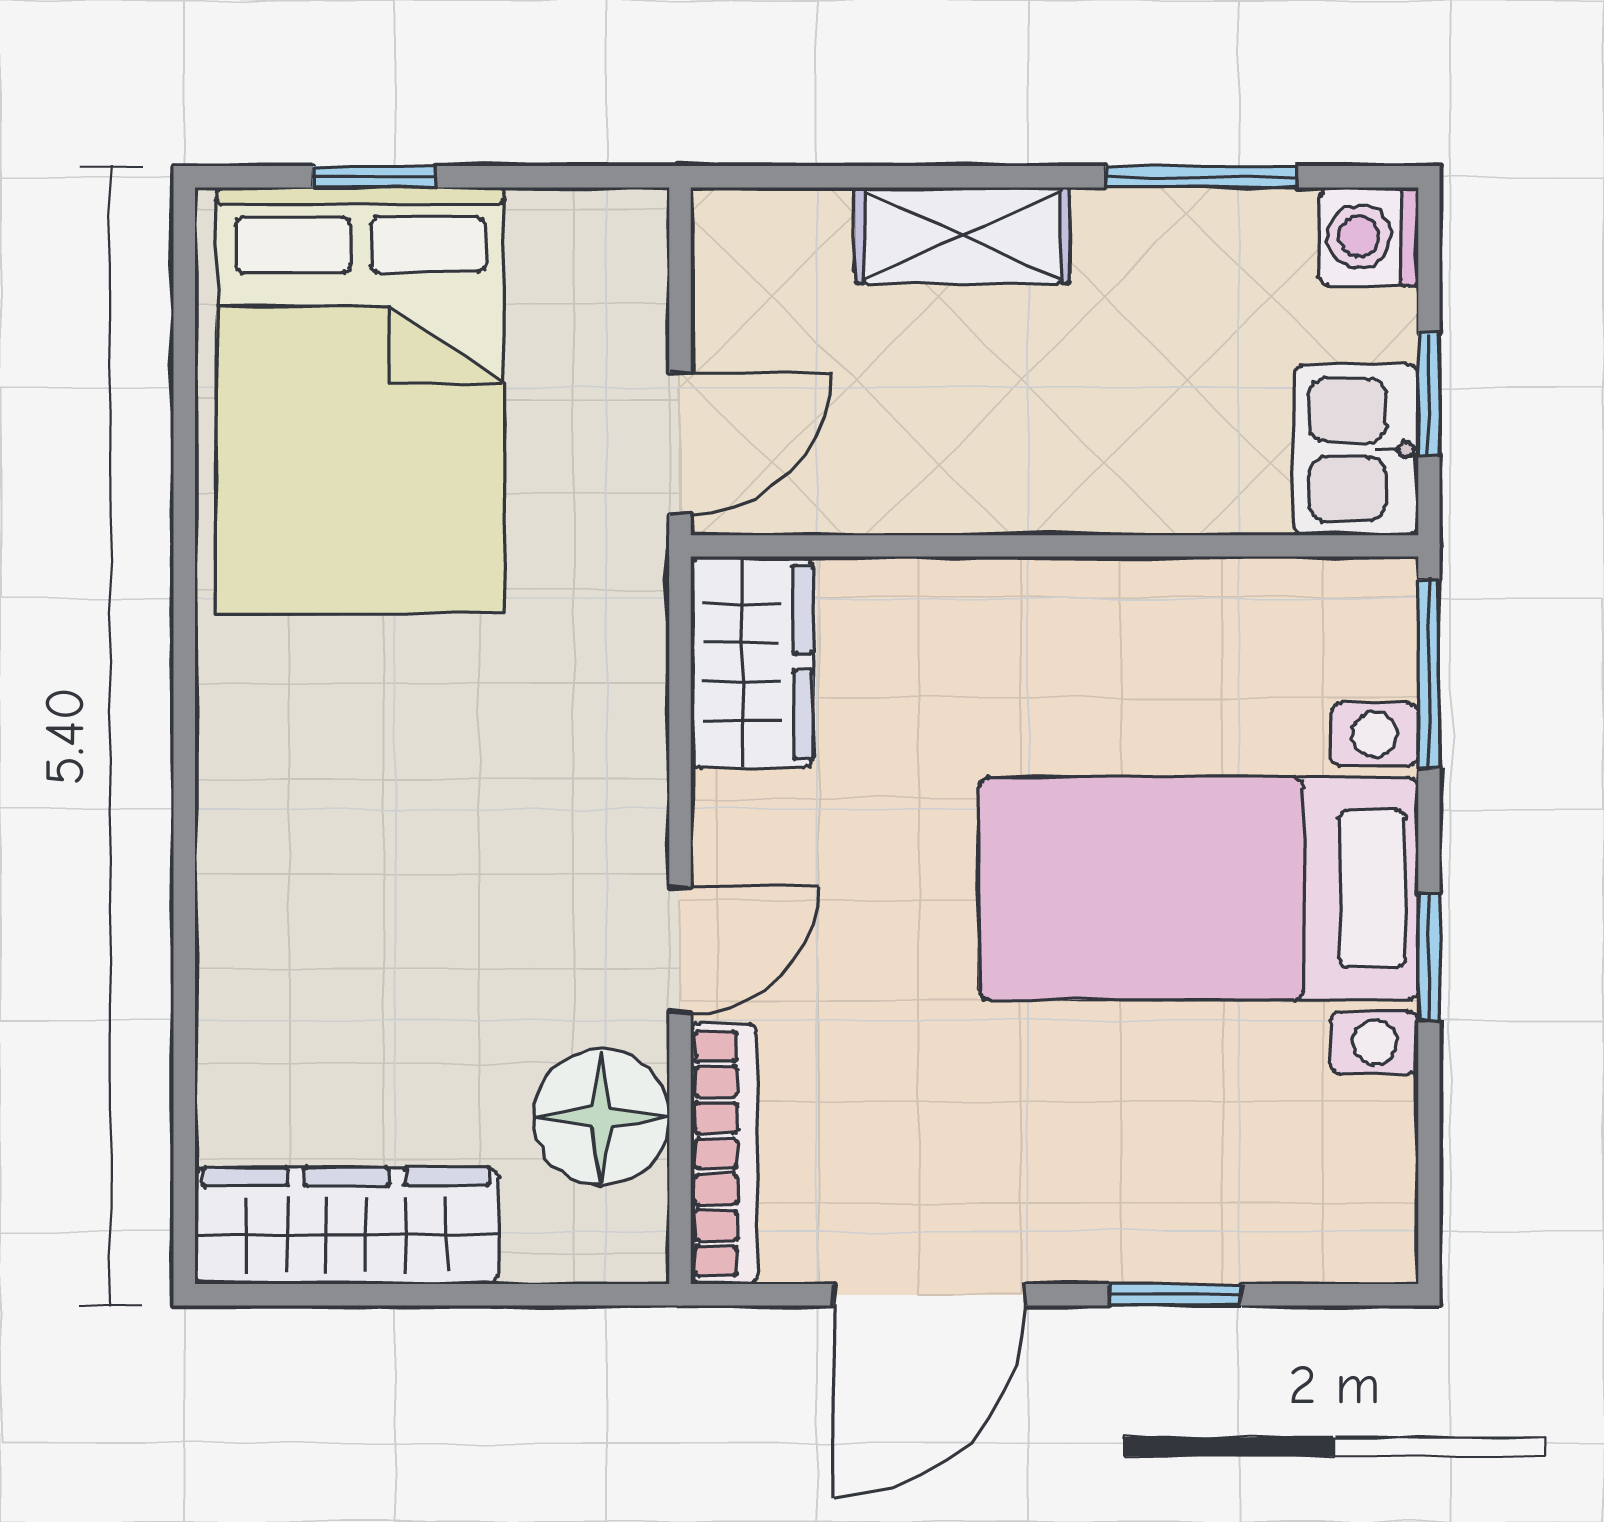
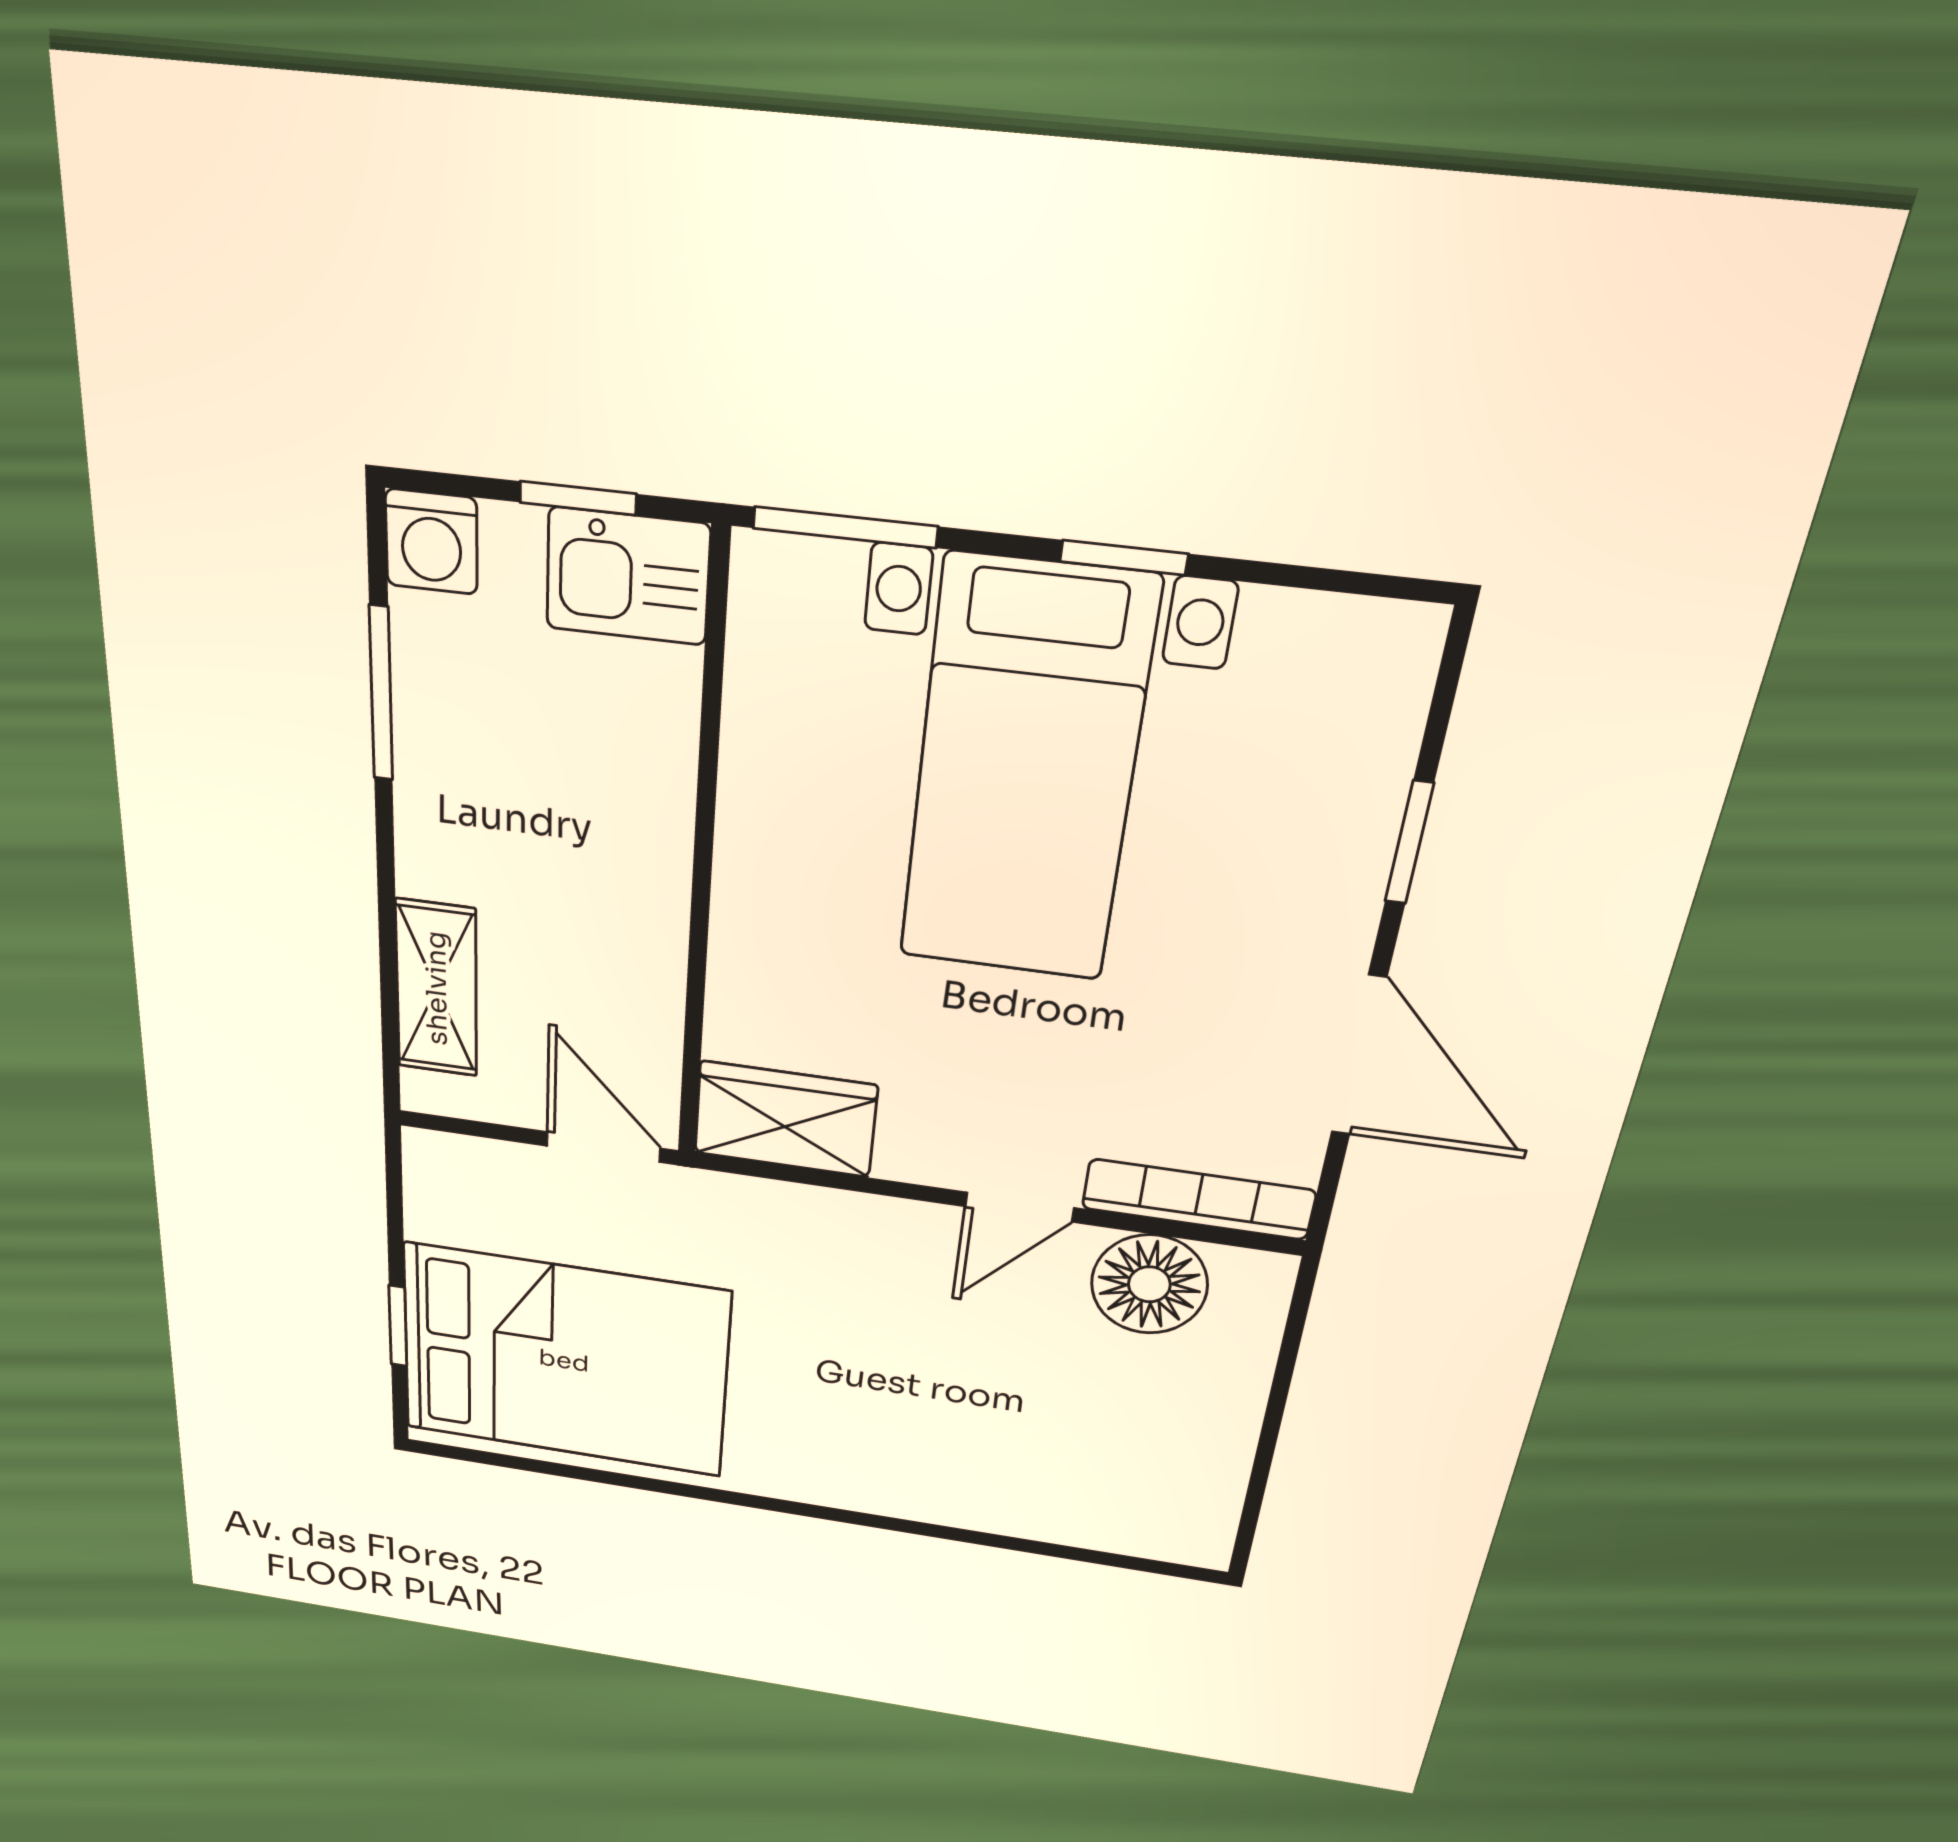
shelving: (962, 235) -> (437, 988), moved
door: (680, 950) -> (1019, 1207), swing flipped
wardrobe: (346, 1226) -> (1203, 1470), removed

